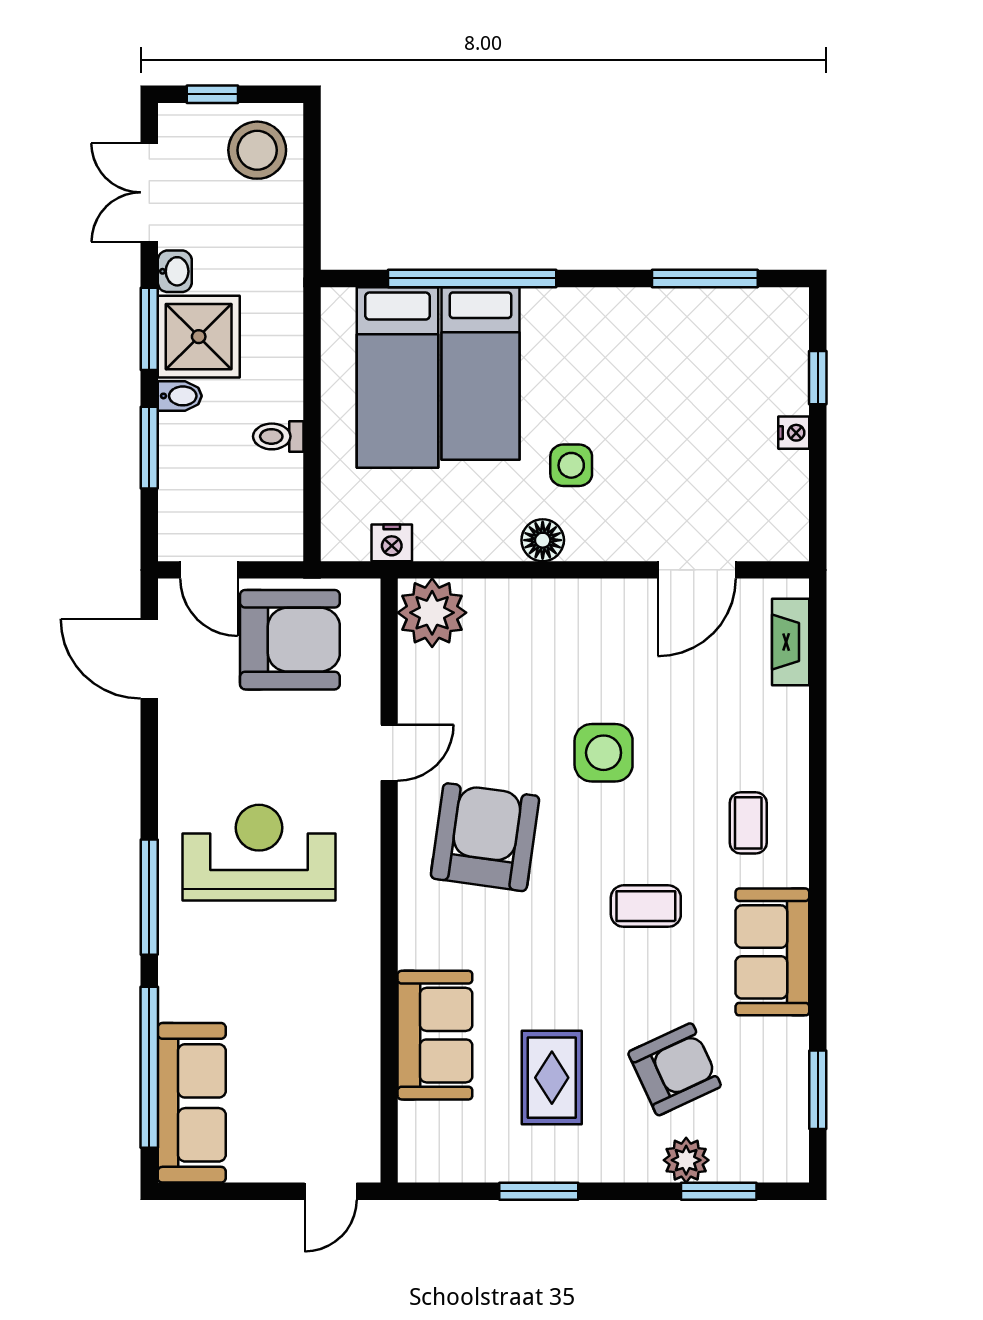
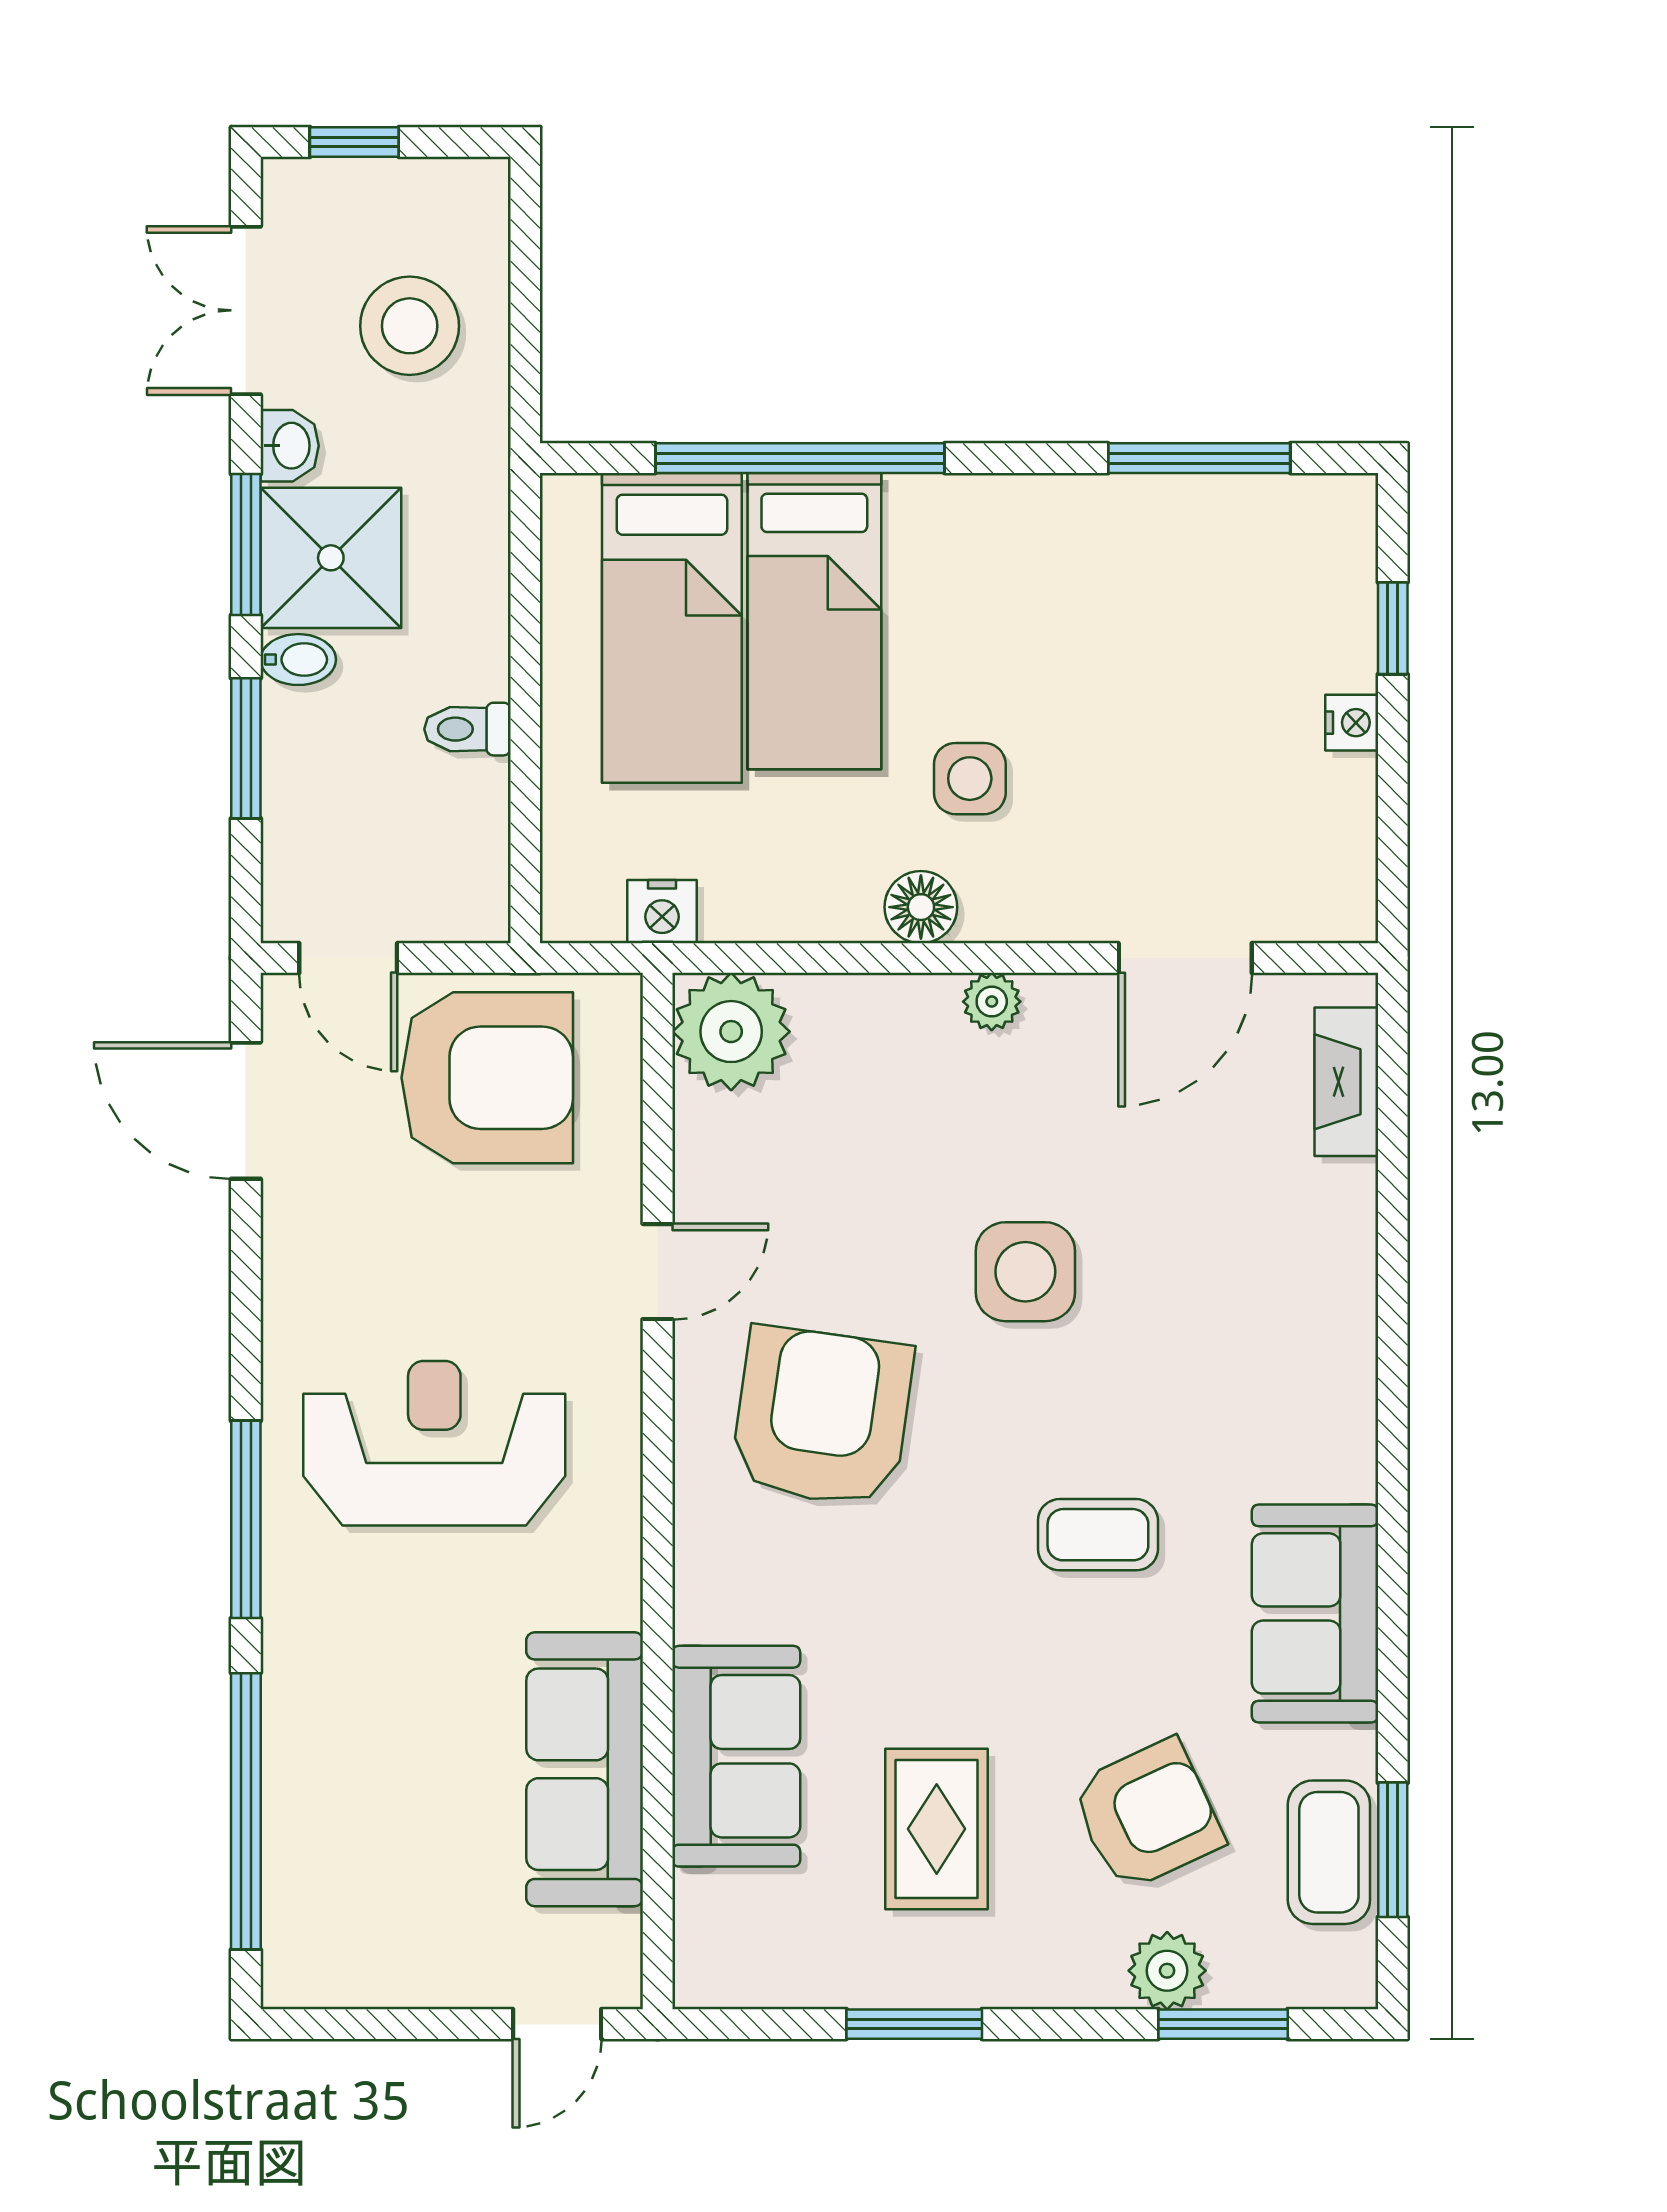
stool: (257, 150) -> (410, 326), moved
plant: (584, 595) -> (992, 1002), added
coffee table: (748, 823) -> (1329, 1852), moved, width x1.36, depth x1.30
sofa: (192, 1103) -> (585, 1769), moved, turned 180

